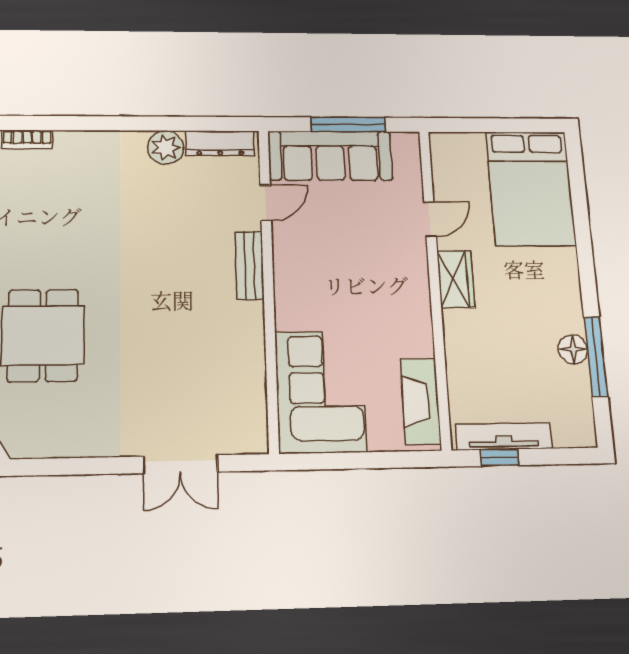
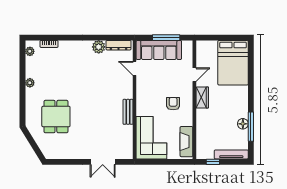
door: (266, 203) -> (135, 68), swing flipped
bench: (250, 266) -> (128, 112), moved
armchair: (377, 296) -> (173, 104), added
tv unit: (504, 436) -> (231, 154), moved

